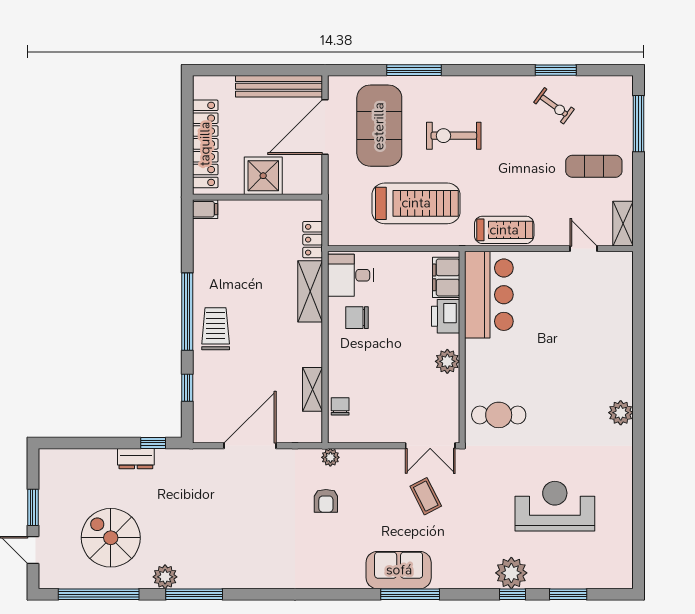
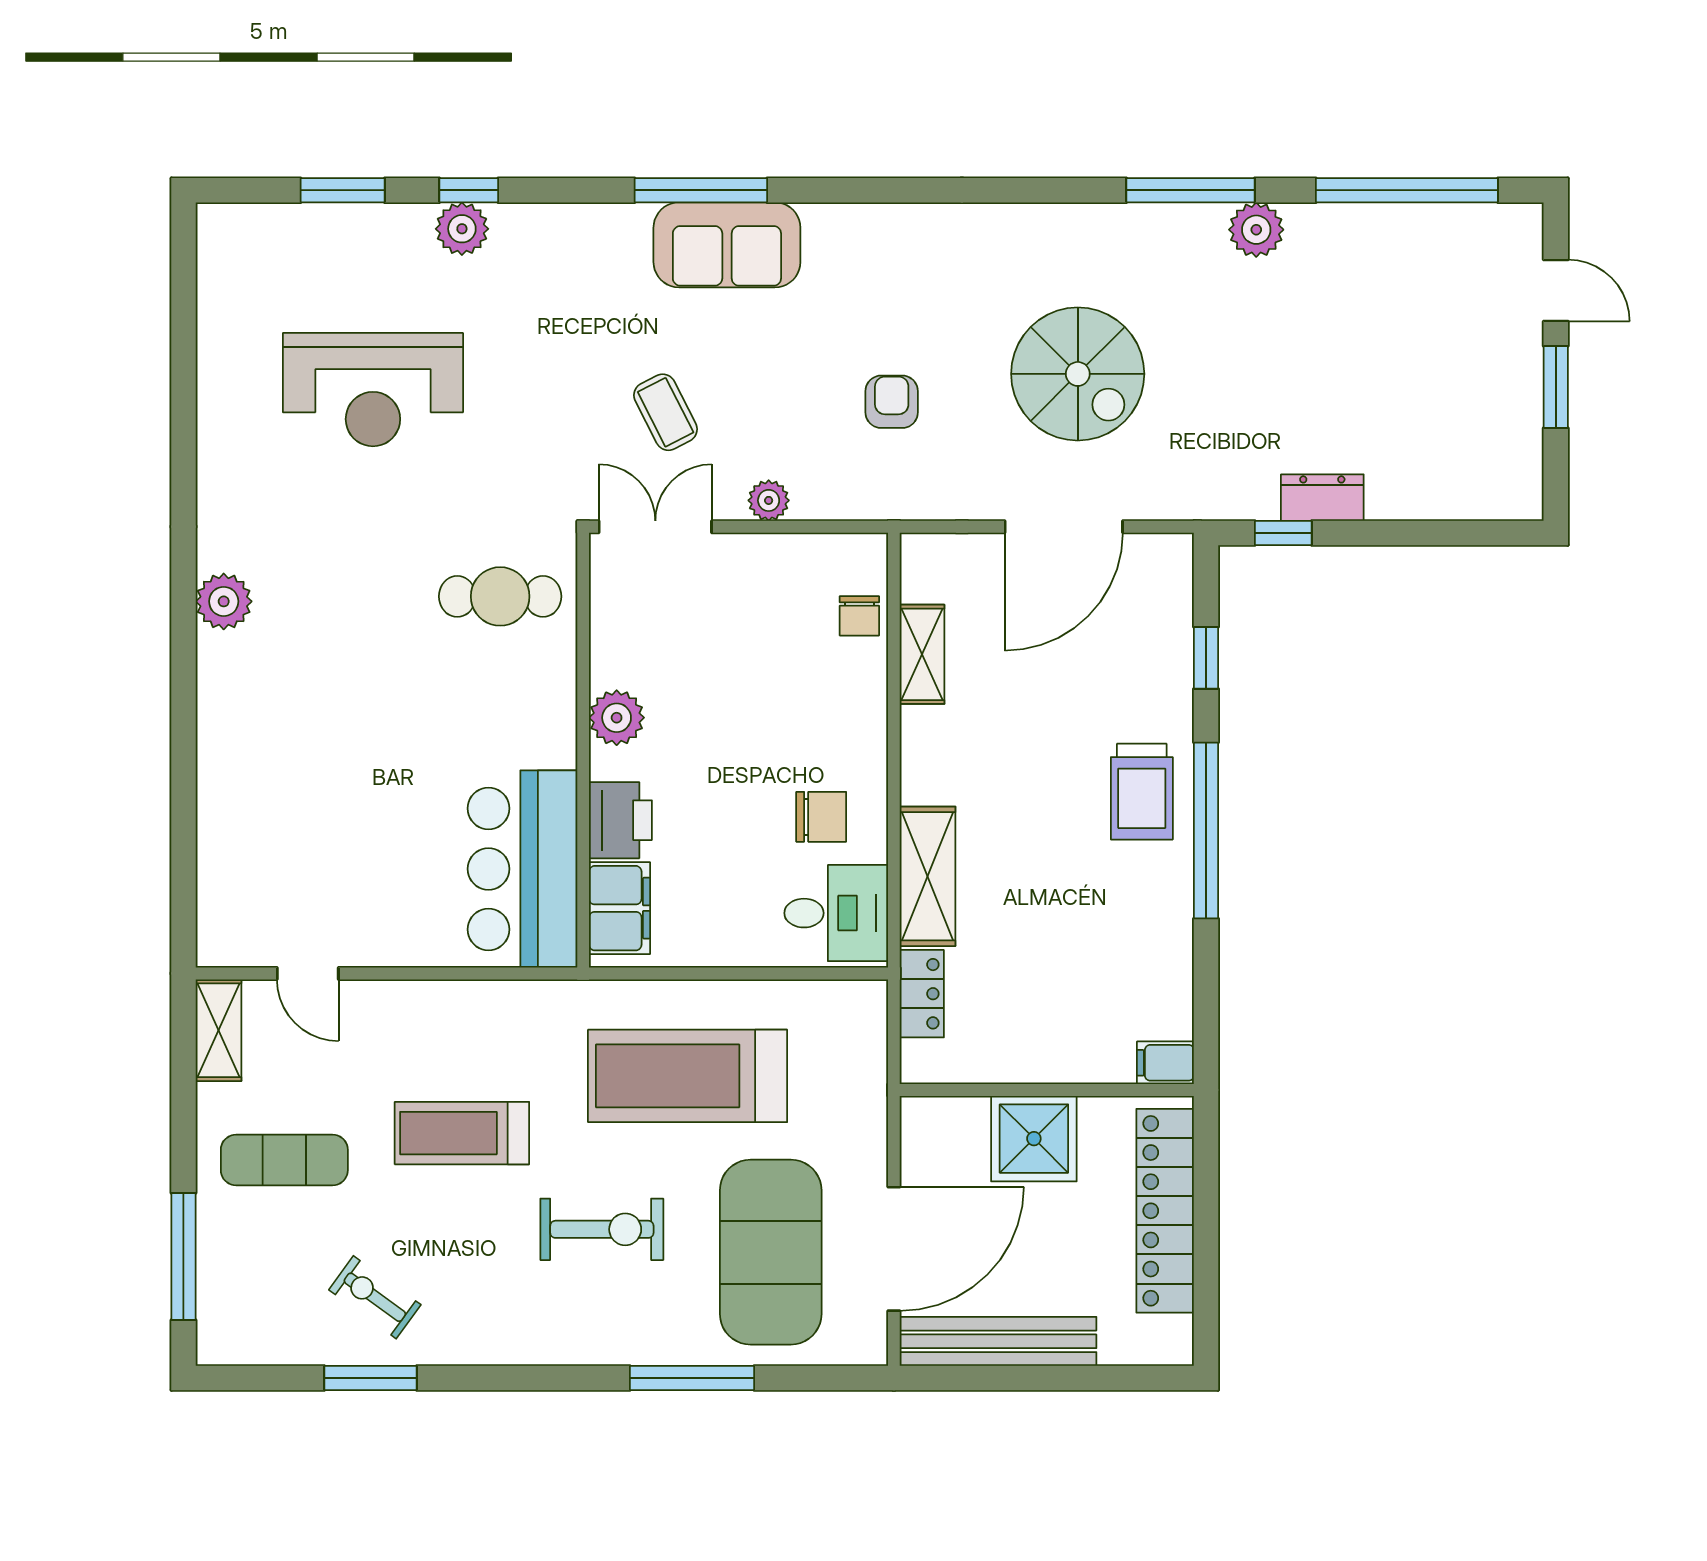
treadmill: (504, 230) -> (462, 1133), moved
plant: (330, 457) -> (769, 500), moved
spiral stairs: (111, 538) -> (1078, 374), moved
plant: (511, 573) -> (462, 229), width x0.73, depth x0.73

